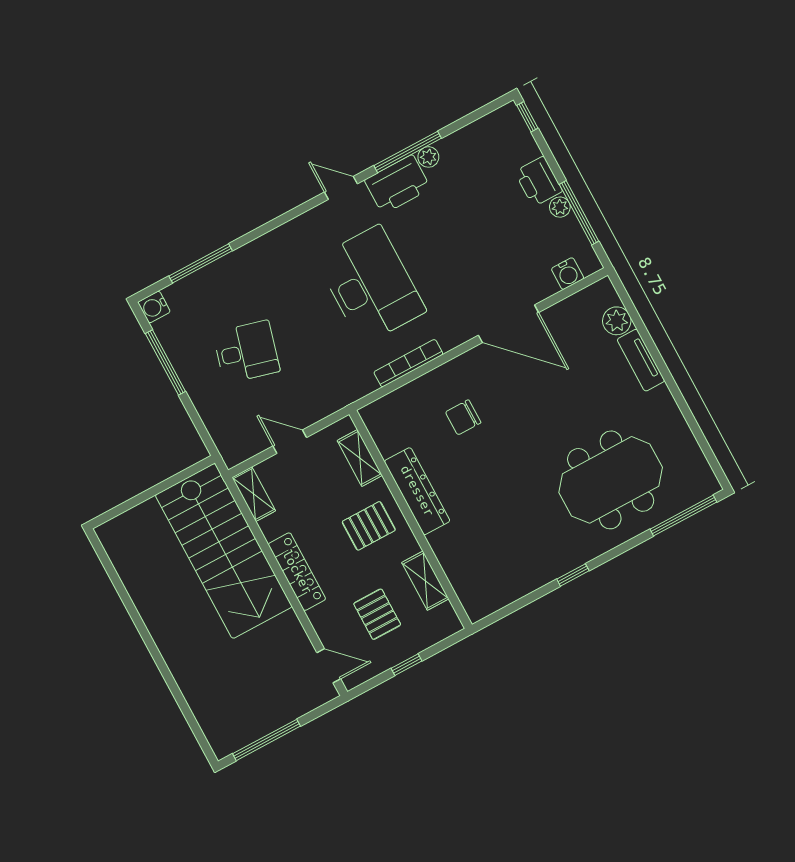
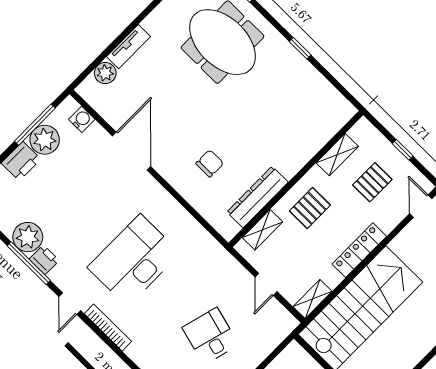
plant: (428, 157) -> (28, 237), width x1.88, depth x1.88
printer: (398, 184) -> (44, 260), width x0.53, depth x0.68
plant: (560, 207) -> (45, 140), width x1.88, depth x1.88
bookcase: (408, 363) -> (108, 328), moved, turned 180
chair: (463, 417) -> (210, 163), turned -90
dresser: (417, 491) -> (258, 197), moved
pallet: (369, 526) -> (310, 208), turned 90

